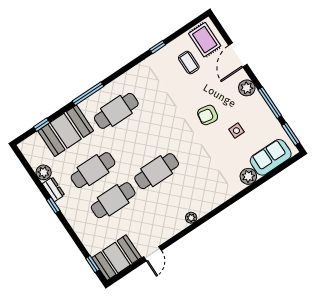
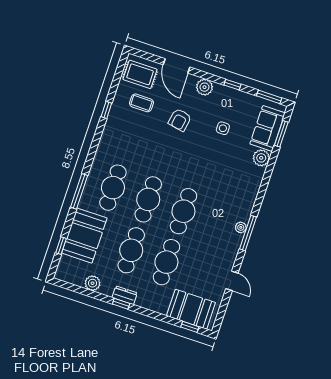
window: (270, 103) -> (232, 85), width x0.46
armchair: (208, 115) -> (180, 120), moved
cafe table: (136, 141) -> (148, 199), added
window: (278, 170) -> (281, 134), added
dresser: (53, 189) -> (125, 295), moved
window: (193, 226) -> (248, 233), added
booth: (117, 258) -> (191, 309), moved, turned 90

